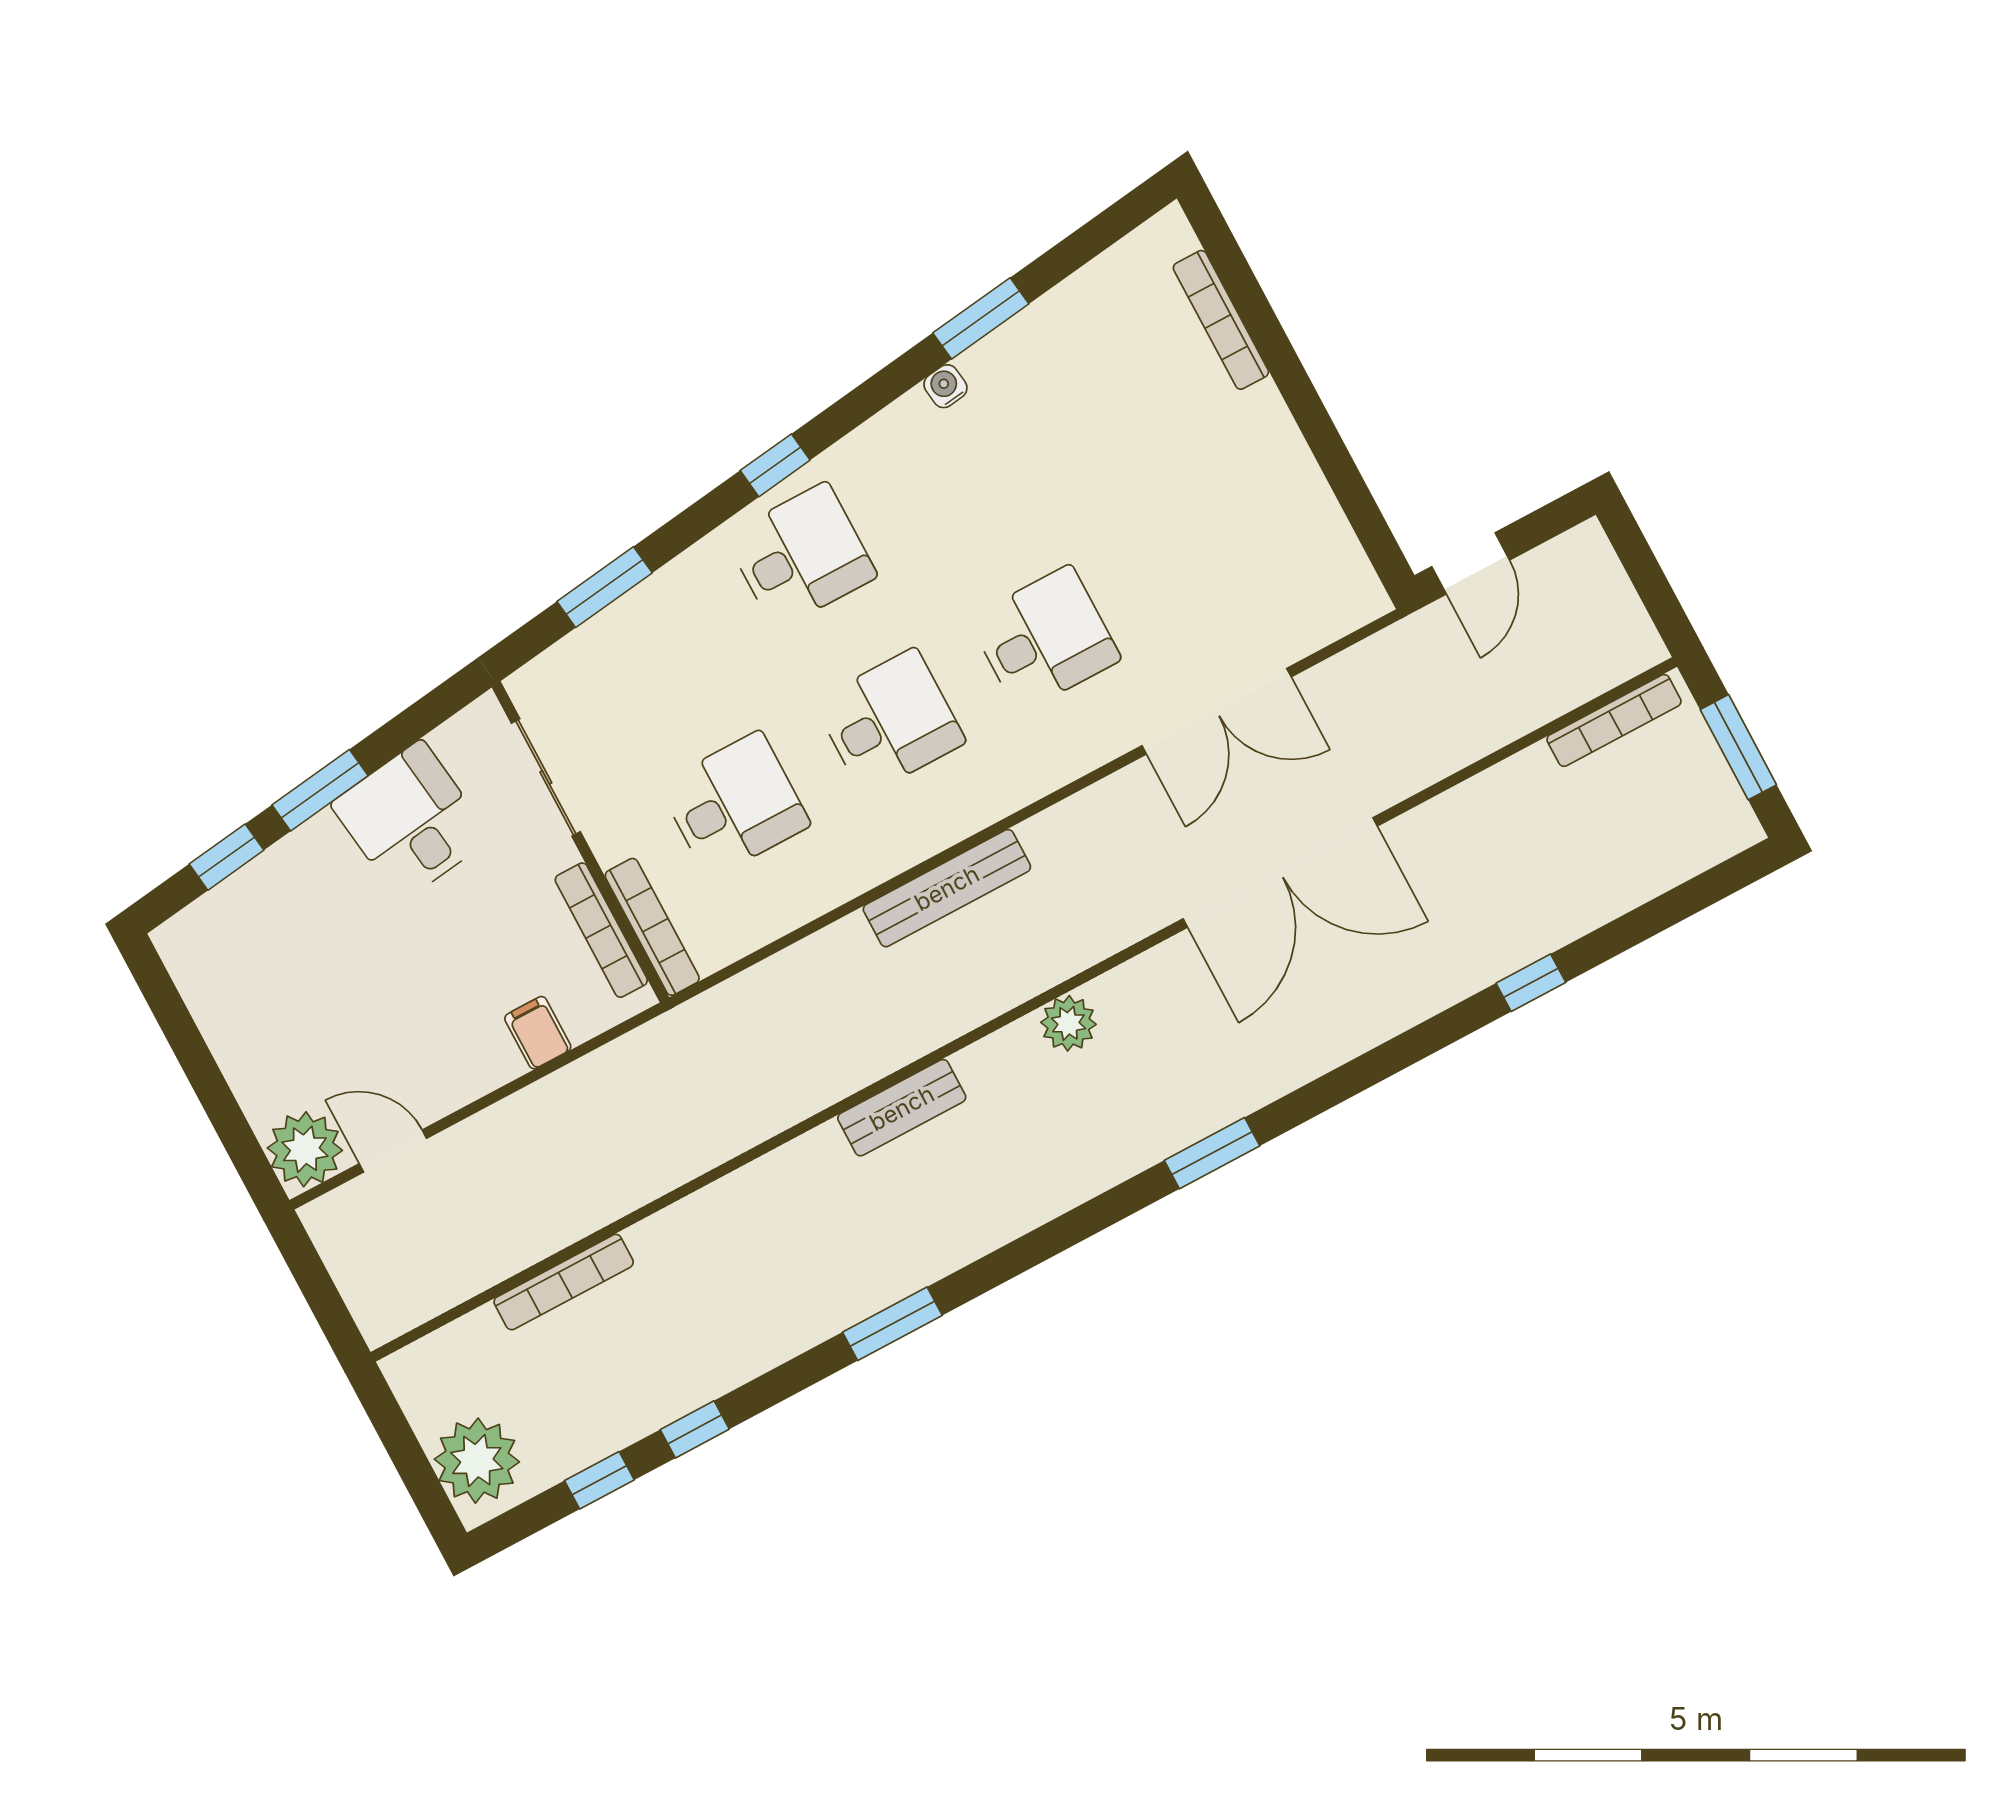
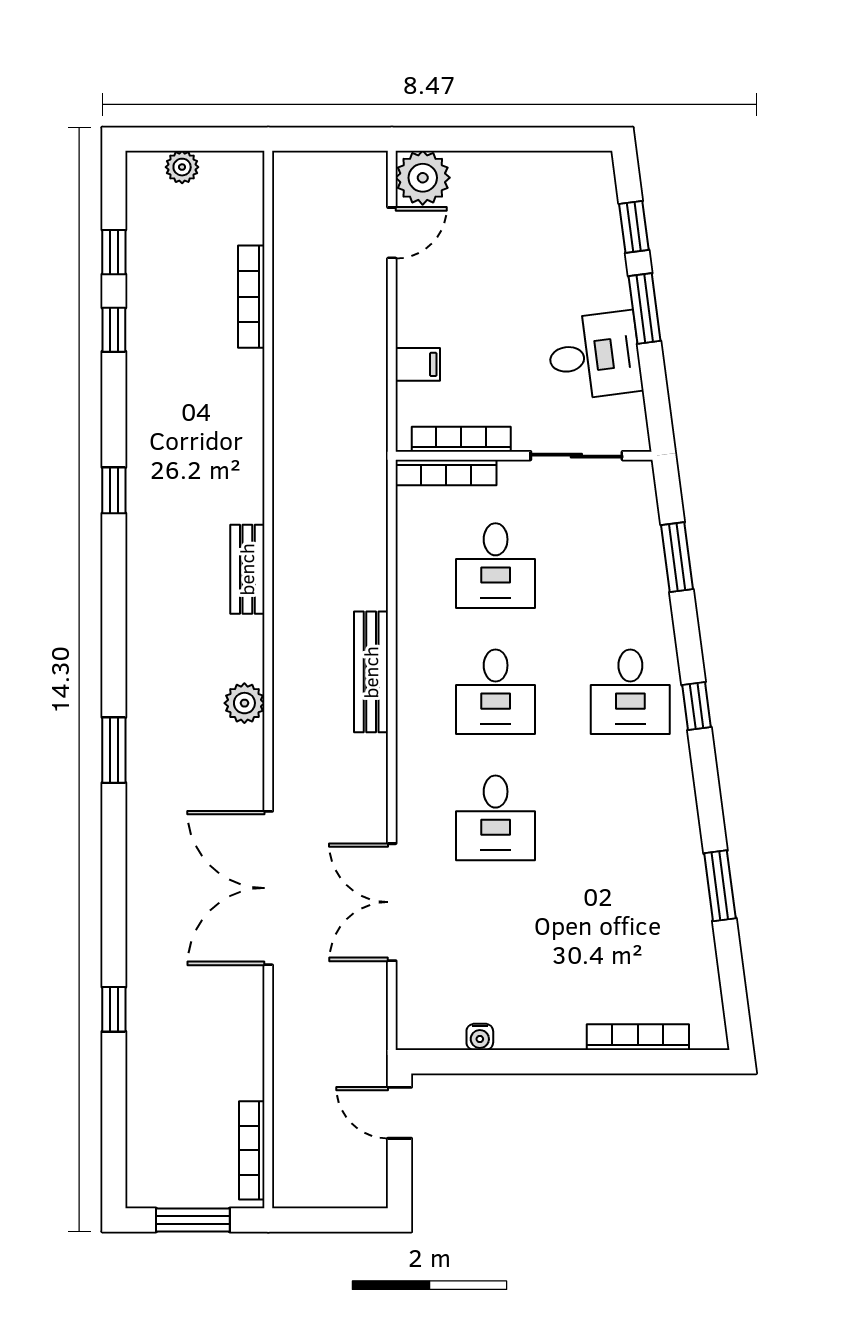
water cooler: (945, 386) -> (480, 1037), moved, turned 97
window: (892, 1324) -> (114, 490), width x0.67
plant: (477, 1461) -> (182, 167), width x0.53, depth x0.53

